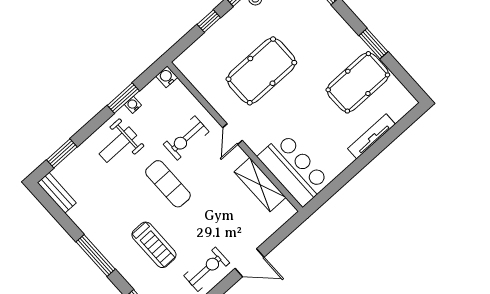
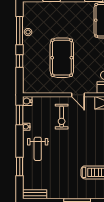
window: (123, 98) -> (20, 115), moved
window: (62, 153) -> (20, 166), moved
exercise mat: (168, 184) -> (74, 142), removed

